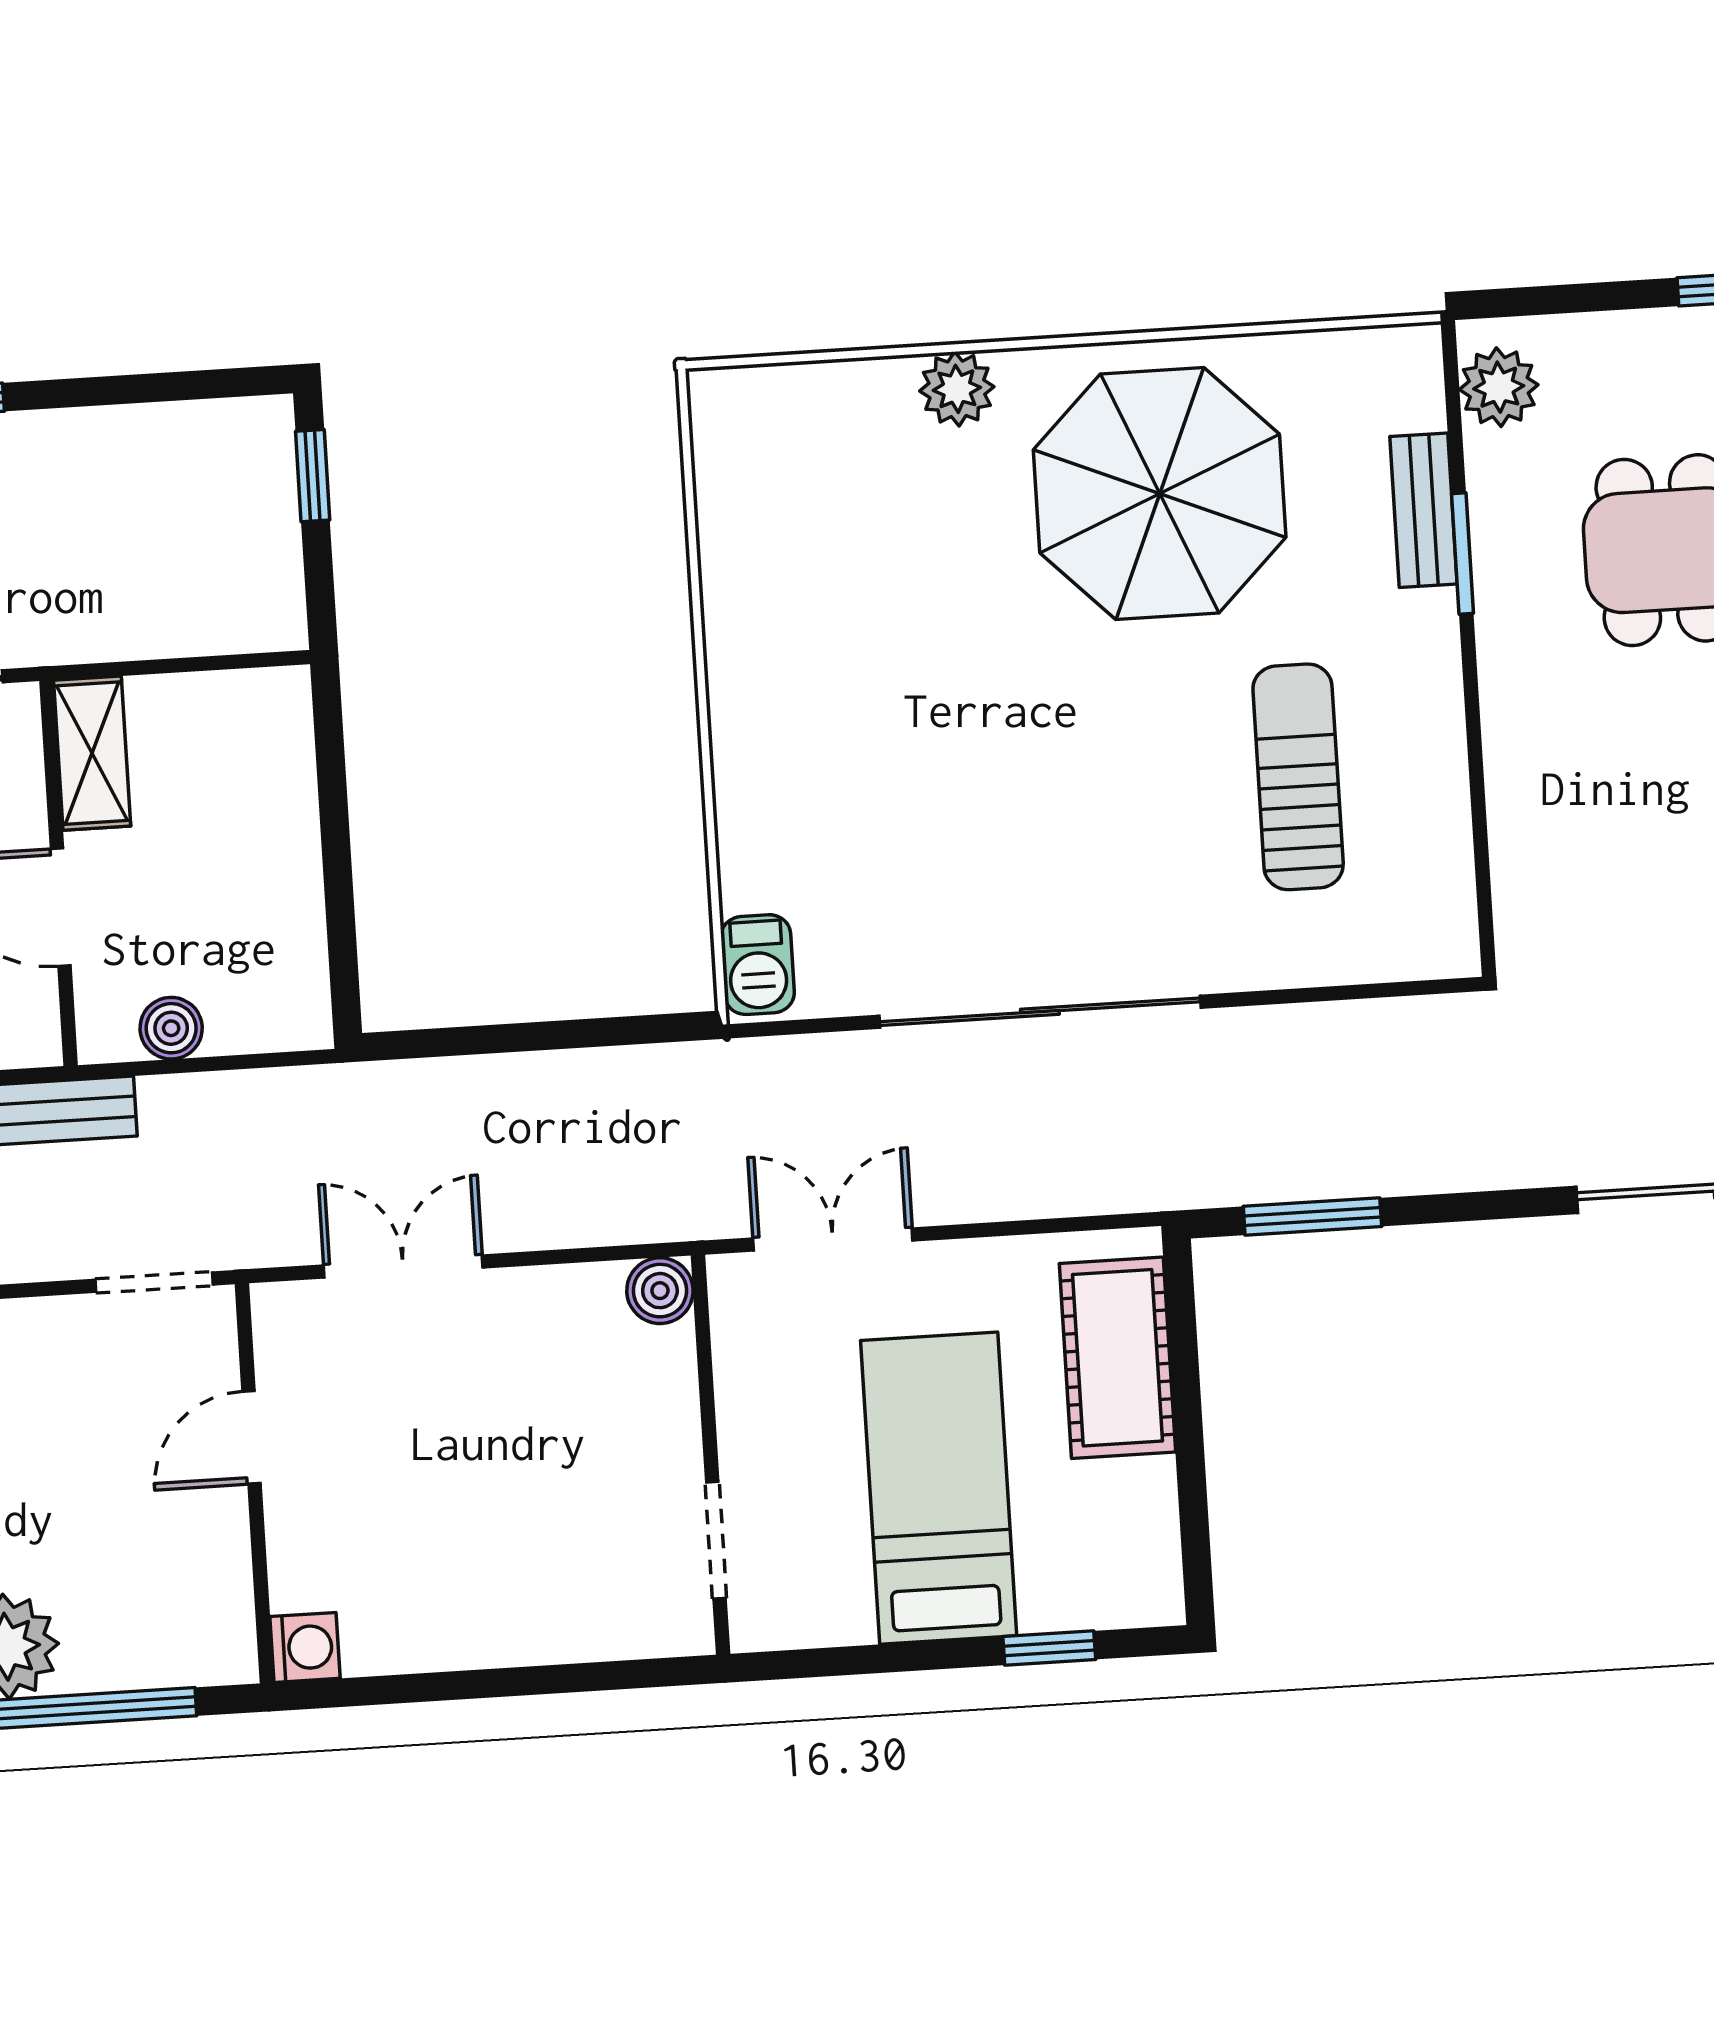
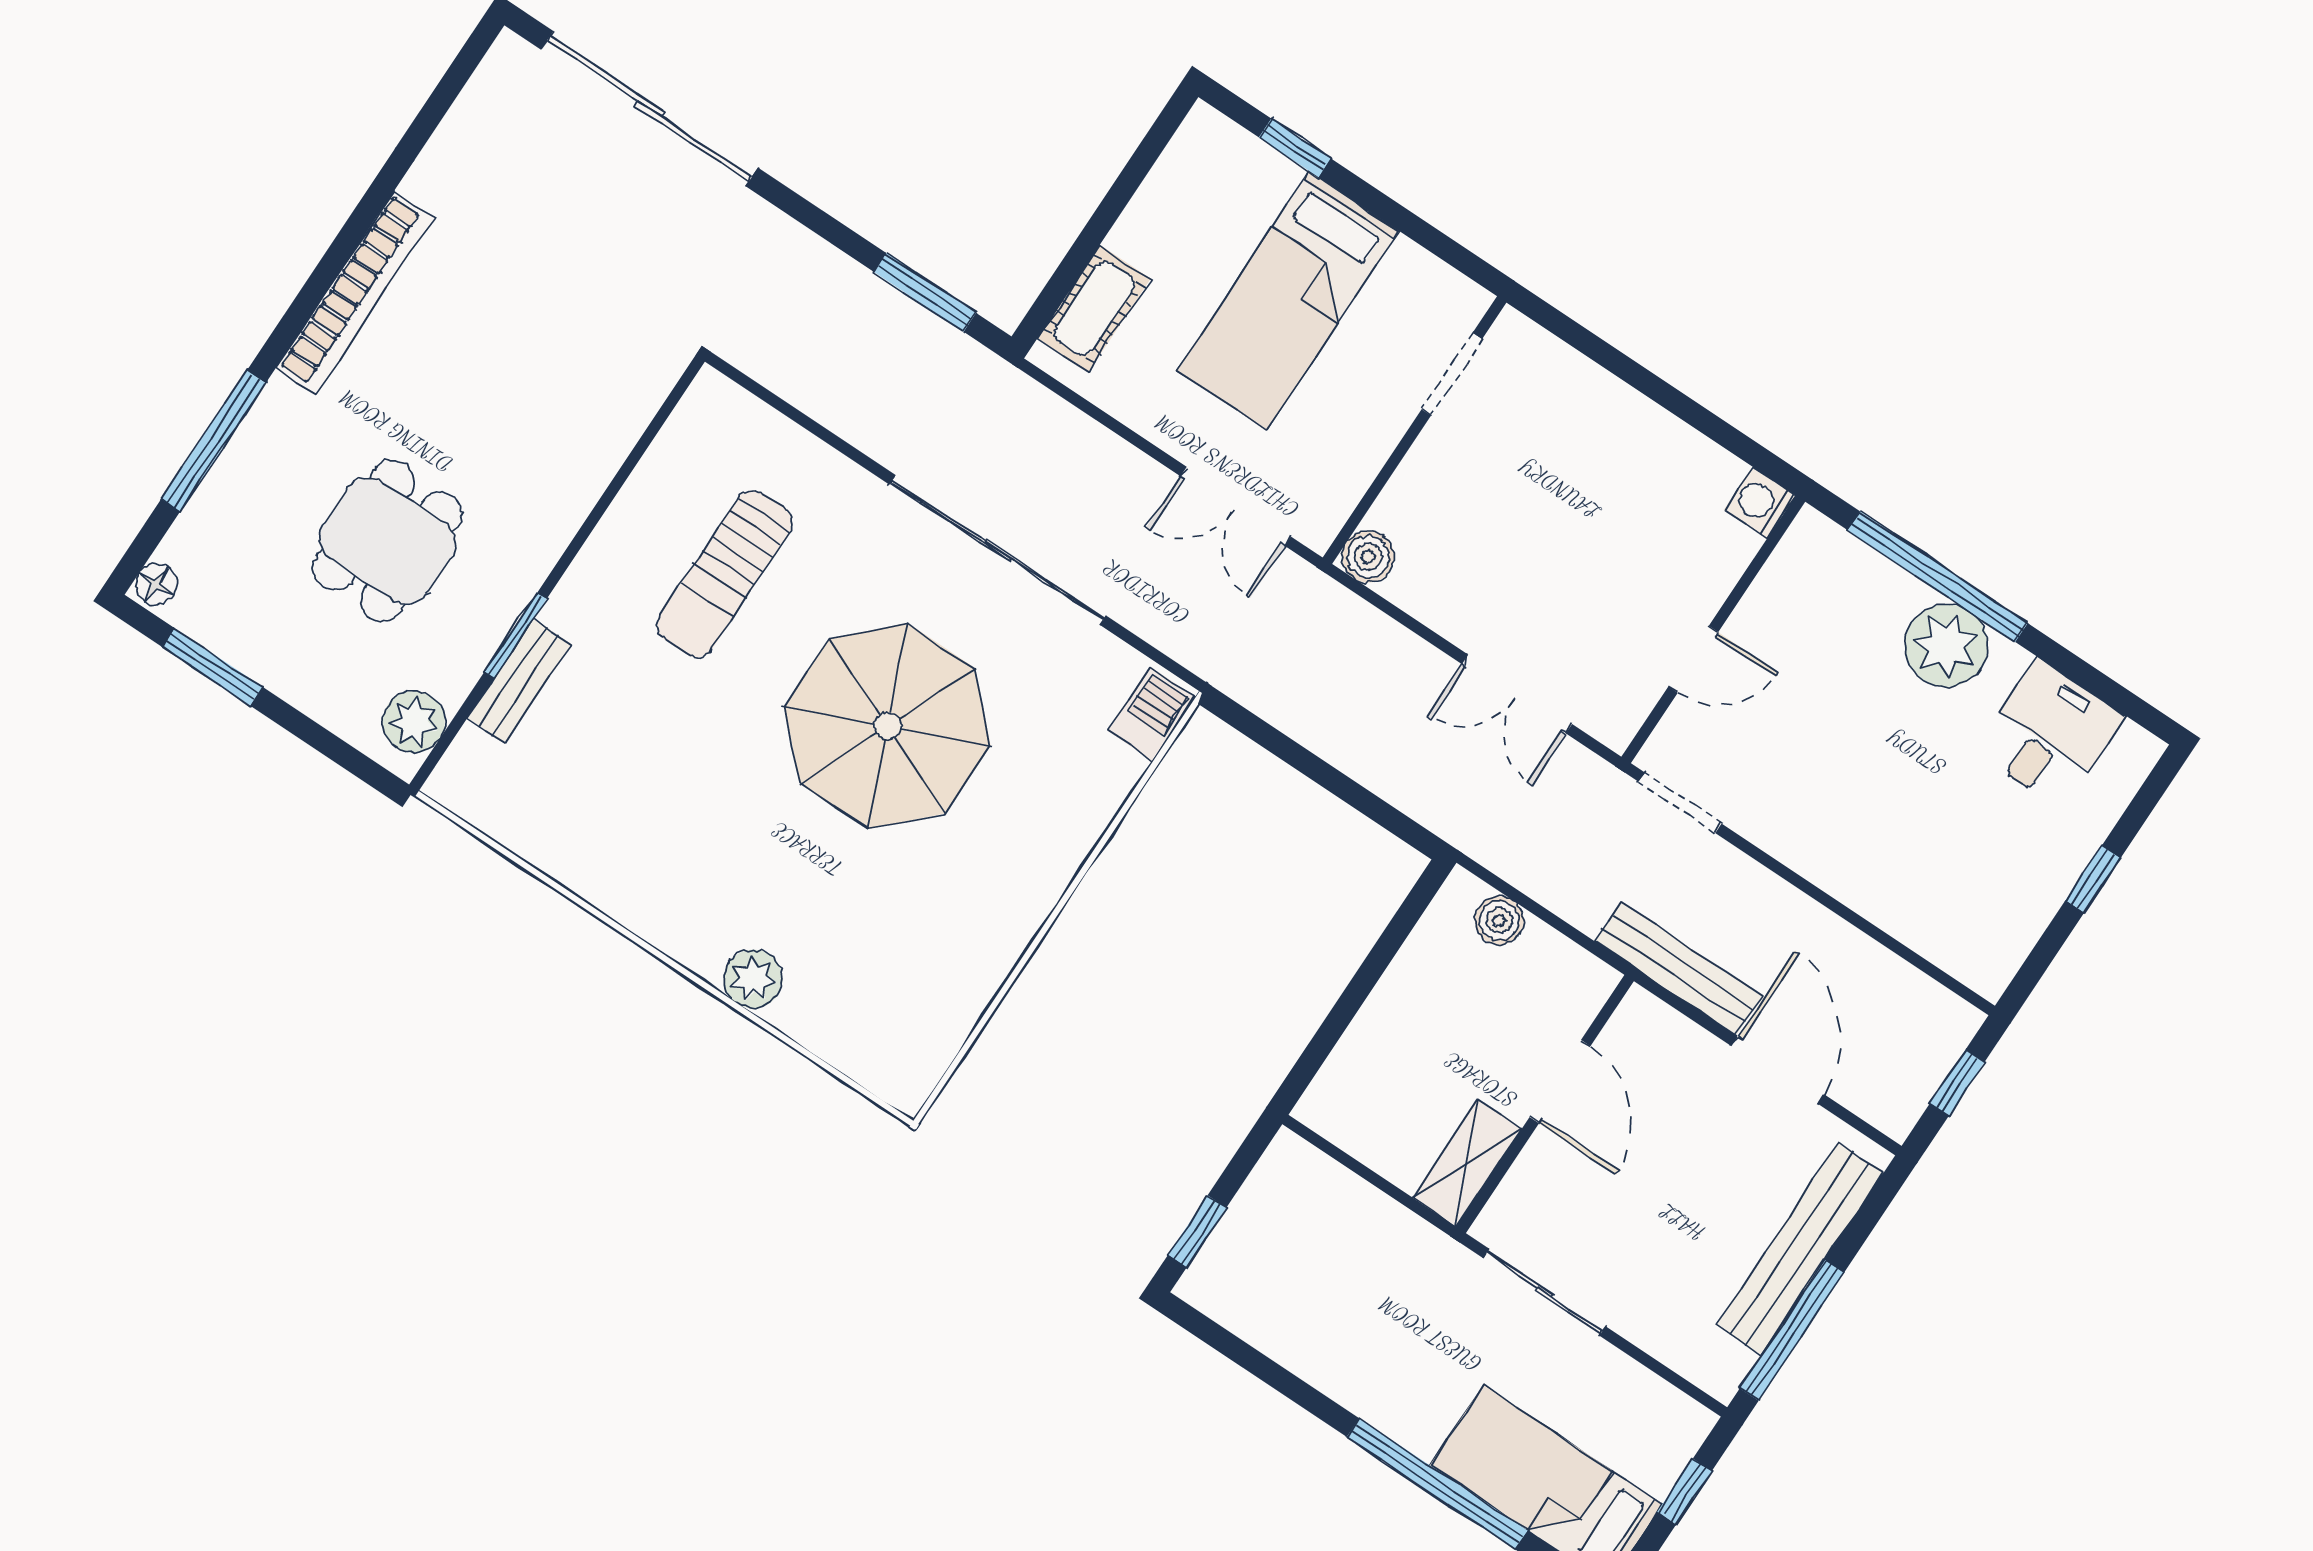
parasol: (1160, 493) -> (888, 726), moved
boiler: (171, 1028) -> (1499, 920), moved
cot: (1117, 1358) -> (1094, 308), width x0.73, depth x0.75

